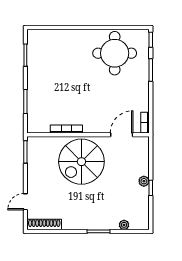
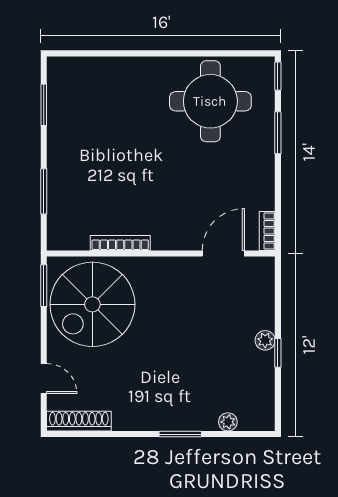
spiral stairs: (81, 162) -> (92, 304), moved
door: (25, 202) -> (44, 379), swing flipped

